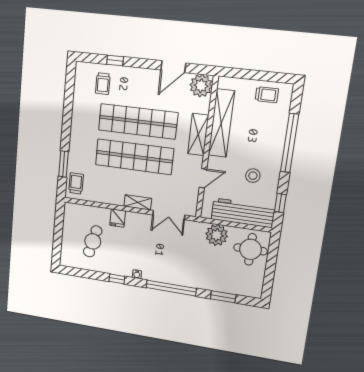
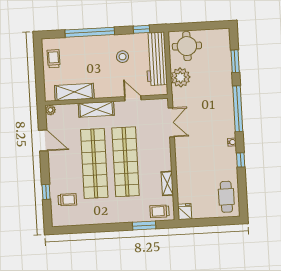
plant: (201, 86) -> (50, 110), width x0.53, depth x0.53
shelving: (221, 123) -> (74, 92), width x0.68
shelving: (138, 202) -> (167, 183), moved
fridge: (118, 218) -> (185, 212), moved, turned -90
cafe table: (93, 241) -> (226, 197), moved, turned 76

